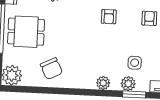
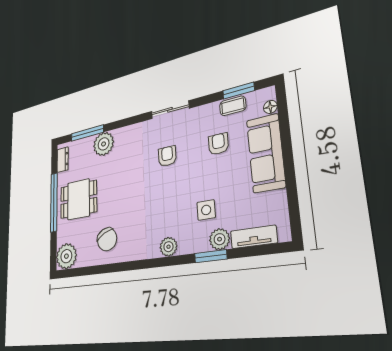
armchair: (109, 17) -> (167, 156), turned 180
plant: (128, 84) -> (220, 239), moved

